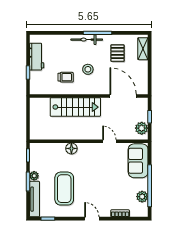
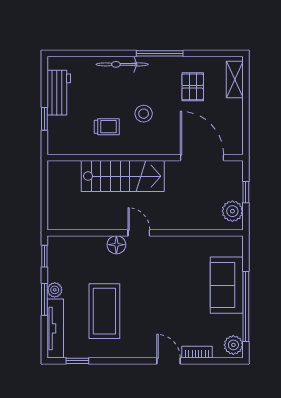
bicycle: (87, 40) -> (122, 64), moved
door: (109, 141) -> (139, 233), moved
sofa: (138, 161) -> (227, 285), moved
plant: (142, 197) -> (233, 345), moved
door: (92, 219) -> (169, 361), moved

